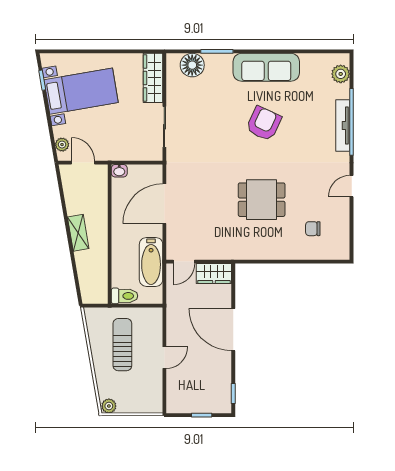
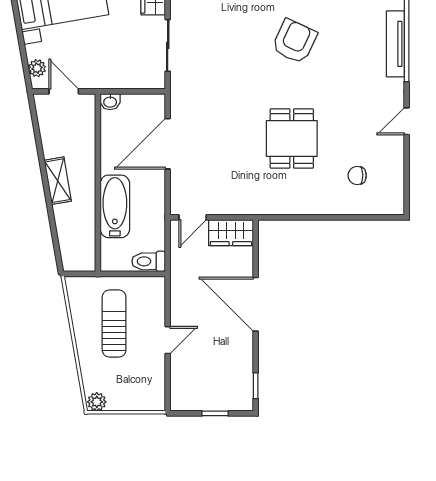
dining table: (262, 200) -> (292, 138), turned 90
bathtub: (151, 262) -> (115, 206), moved, turned 180
toilet: (125, 296) -> (149, 261), moved, turned 180

